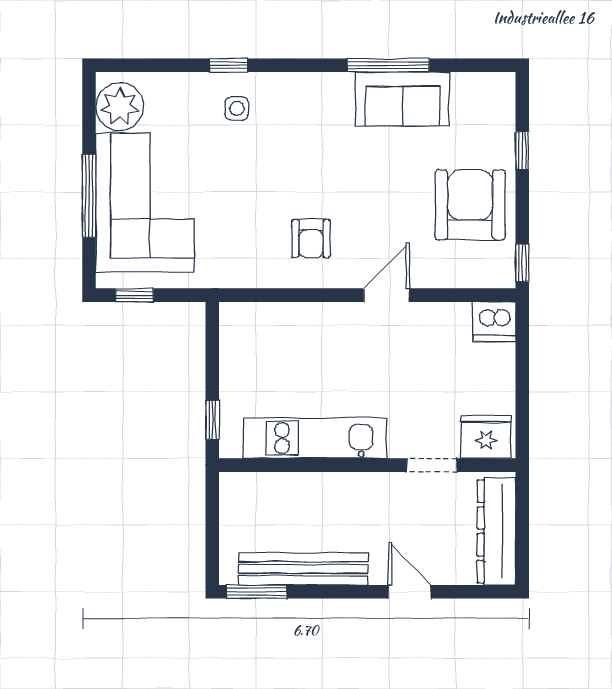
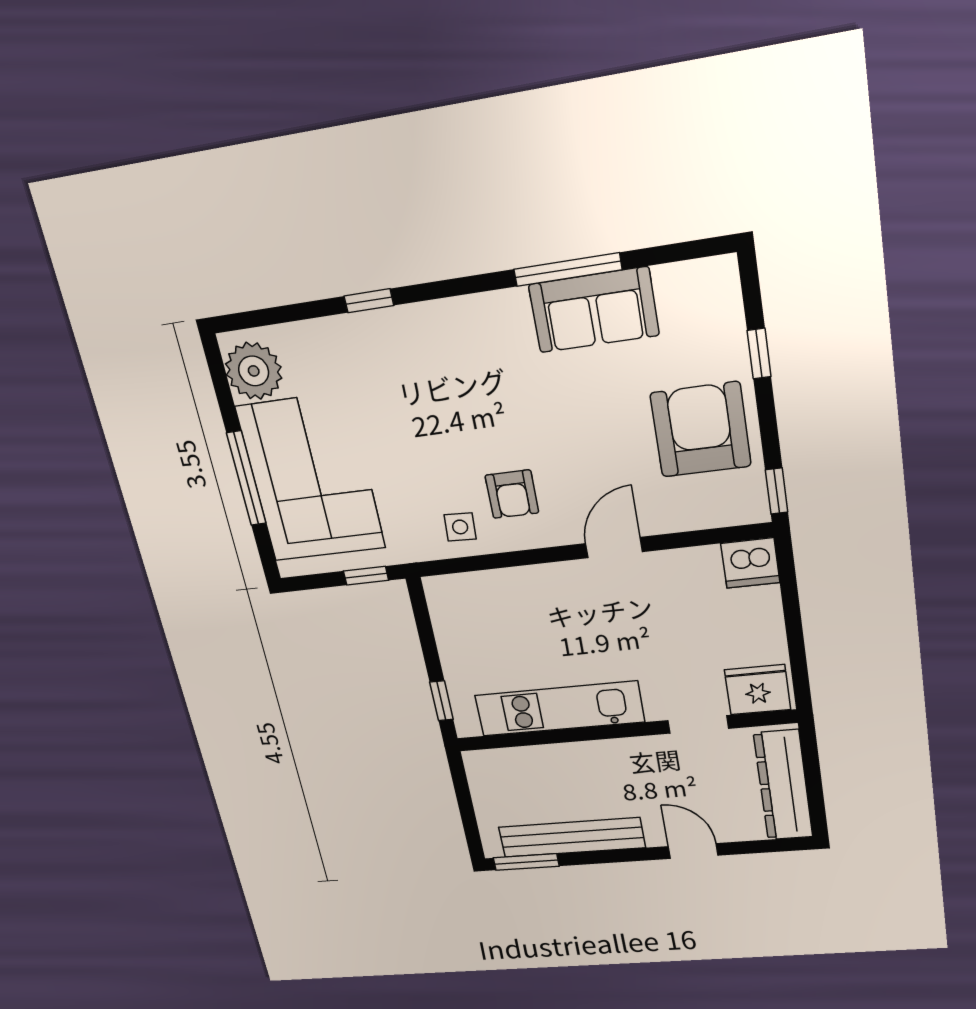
side table: (237, 109) -> (460, 527), moved
window: (135, 295) -> (366, 576), moved

